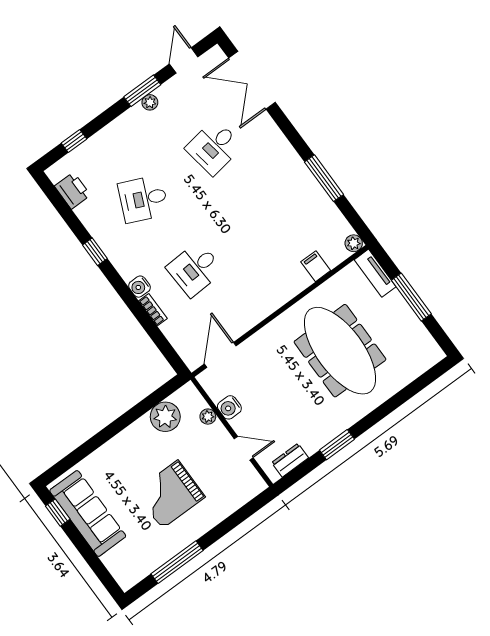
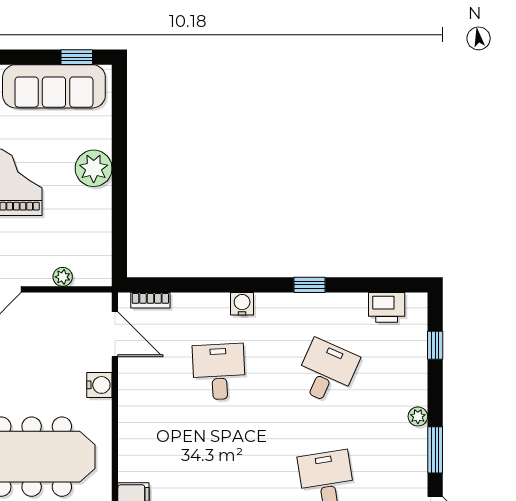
plant: (150, 102) -> (418, 416), moved
bookcase: (153, 310) -> (150, 300), moved
water cooler: (229, 407) -> (99, 385), moved, turned 90
plant: (165, 417) -> (94, 168), moved

